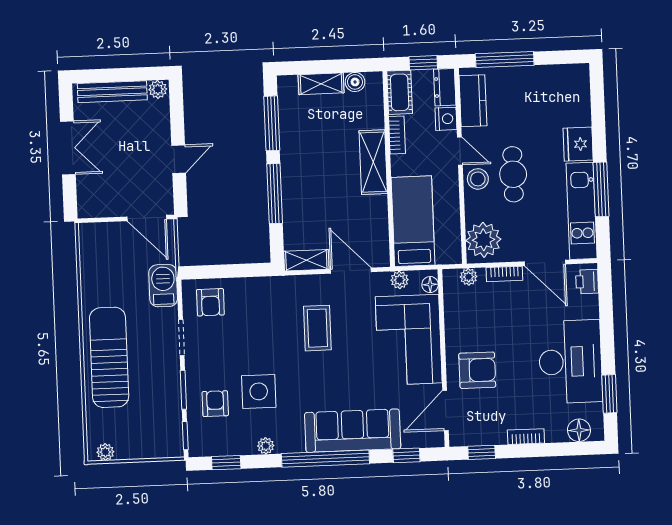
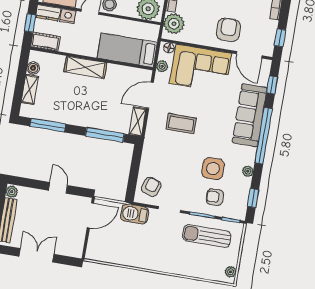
bookcase: (397, 135) -> (72, 49), removed
window: (275, 194) -> (105, 135), moved
plant: (469, 277) -> (174, 24), width x1.88, depth x1.88
armchair: (210, 302) -> (151, 187), turned -72
sun lounger: (109, 357) -> (207, 236), moved, width x0.73, depth x0.75

